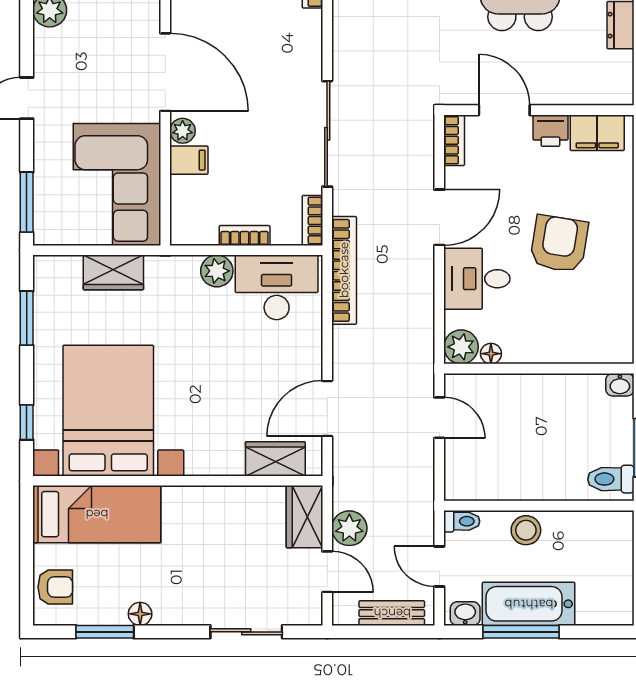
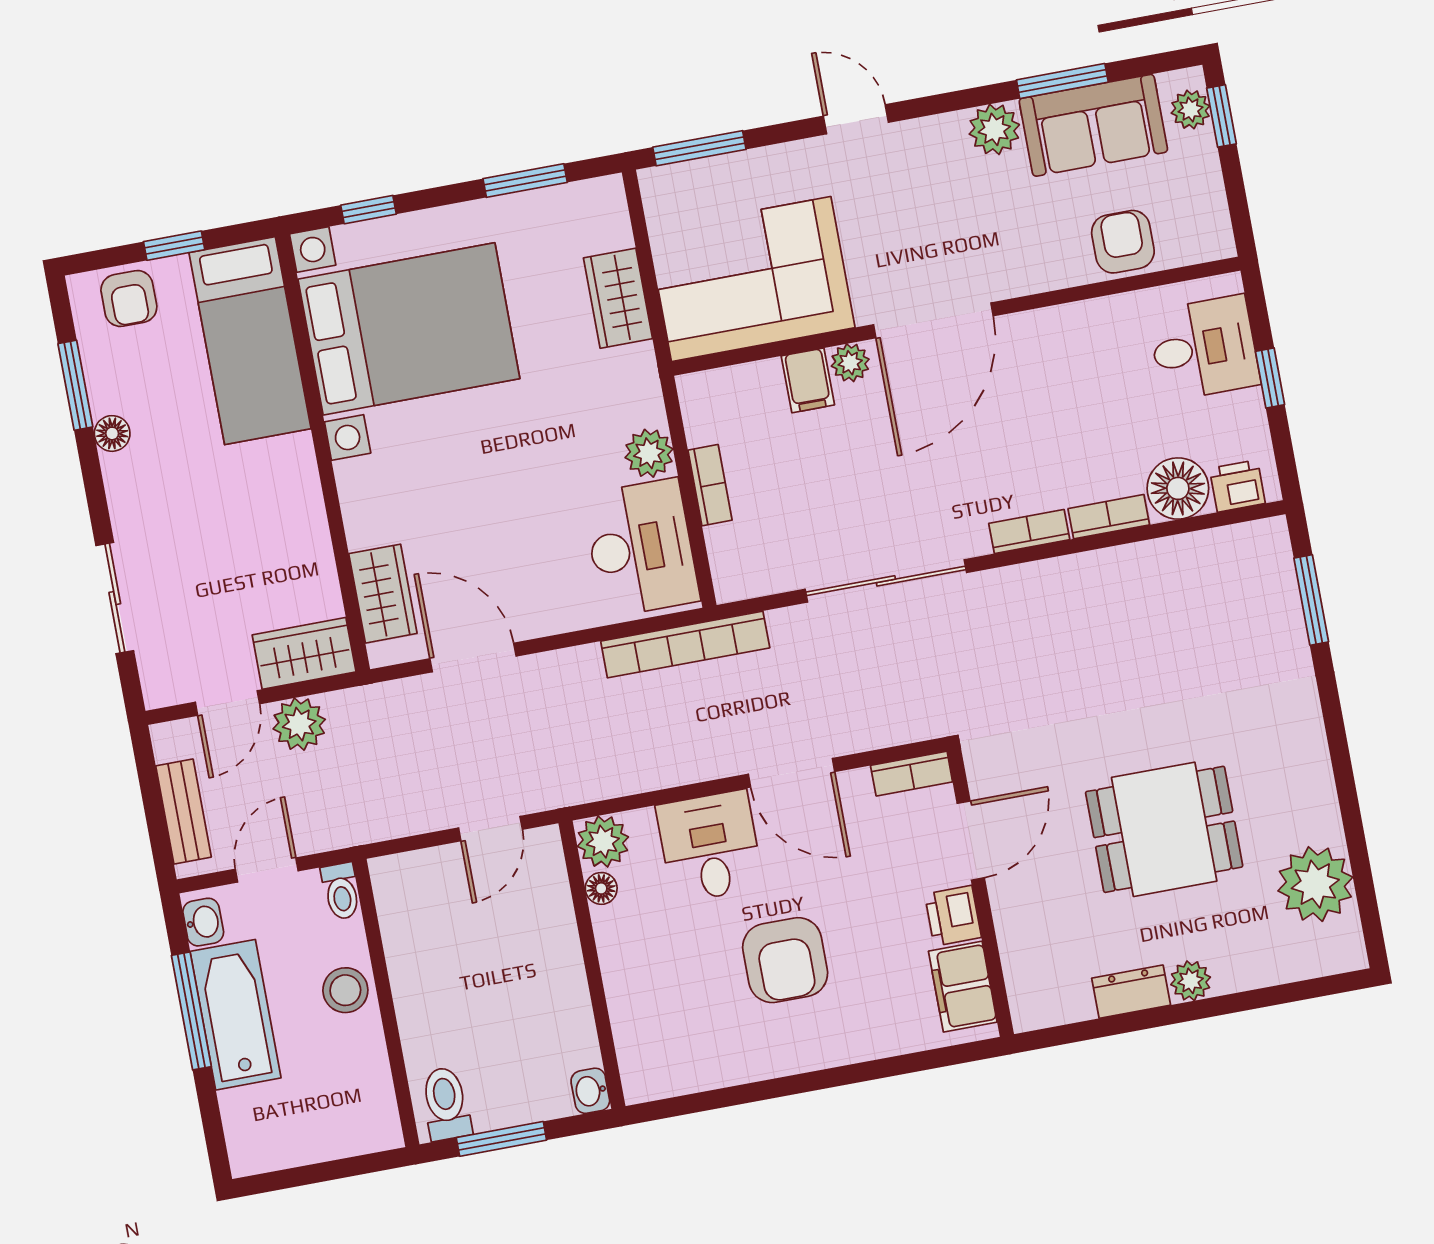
bookcase: (312, 220) -> (1029, 531), moved
armchair: (559, 244) -> (785, 960), turned 81
window: (27, 552) -> (174, 246), added

